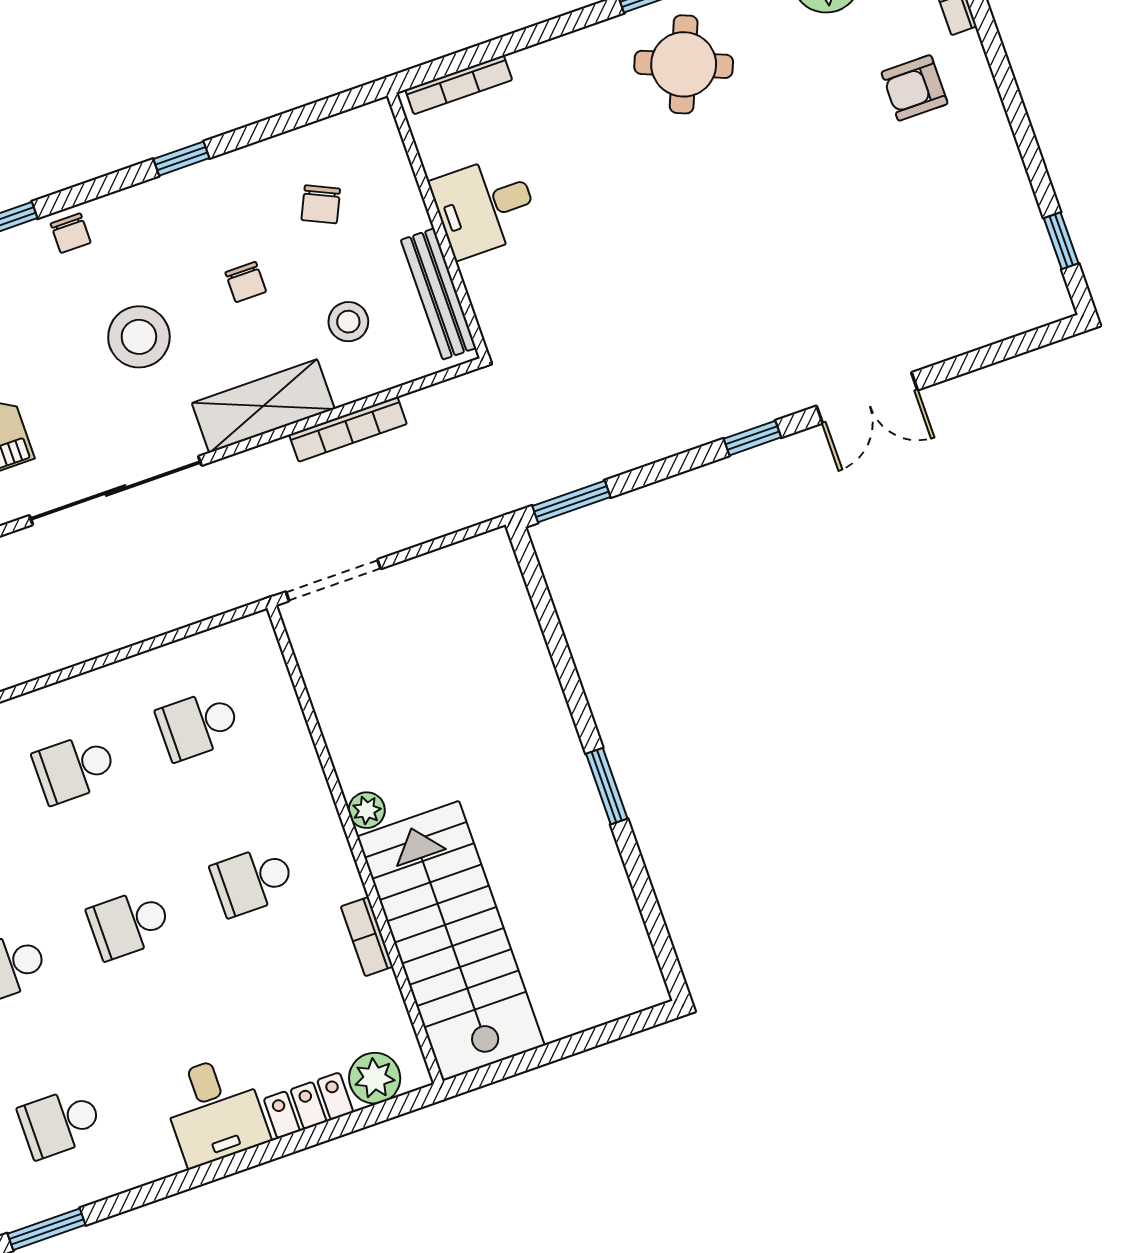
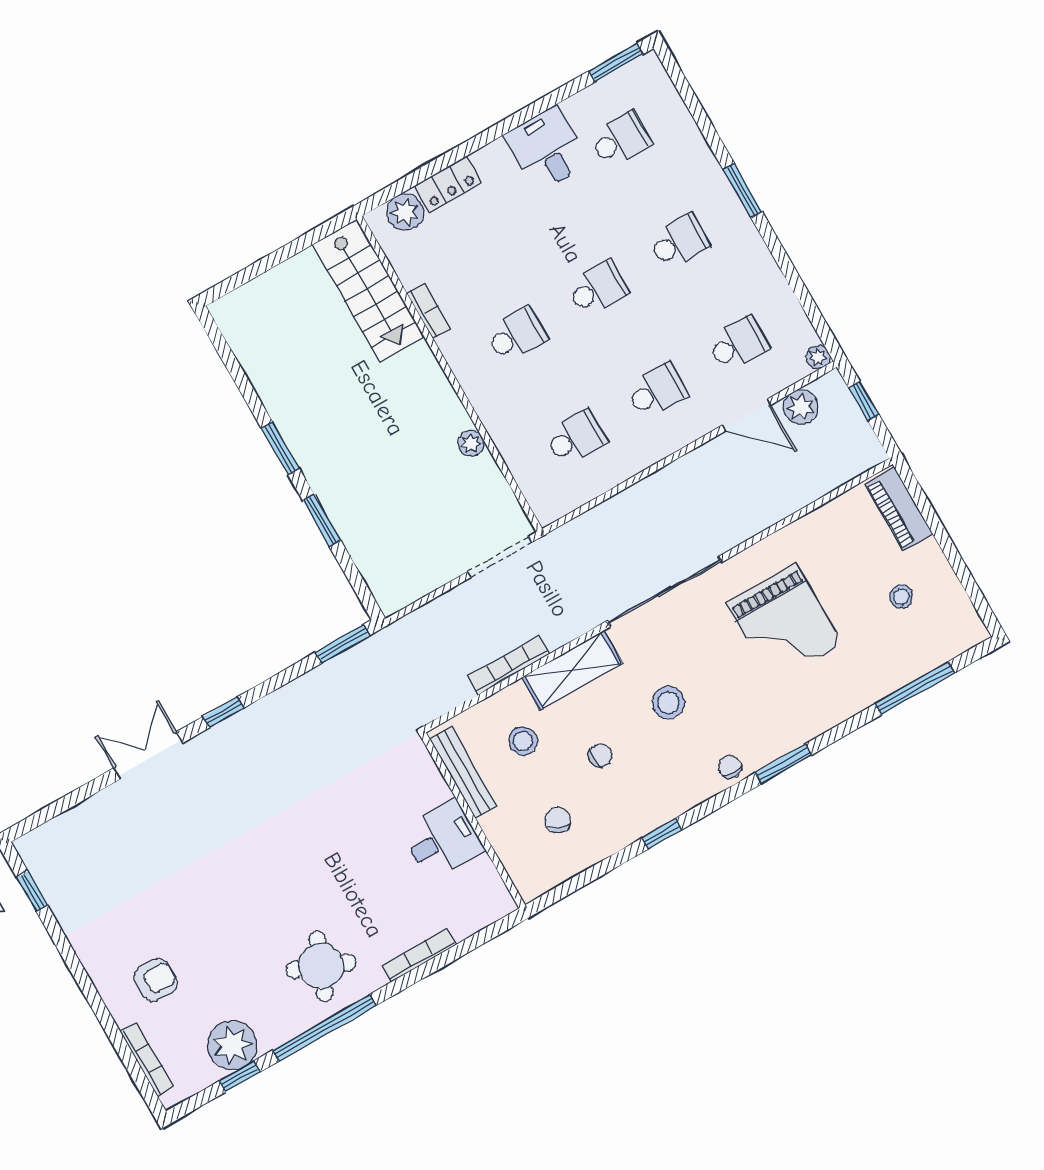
bookcase: (459, 85) -> (419, 955), moved
chair: (246, 282) -> (600, 755), turned 90
stool: (139, 337) -> (668, 703), width x0.73, depth x0.73
window: (568, 676) -> (322, 520), added
plant: (367, 810) -> (471, 444), moved
stairs: (451, 941) -> (368, 291), width x0.73, depth x0.66
desk: (215, 1111) -> (547, 149), moved

